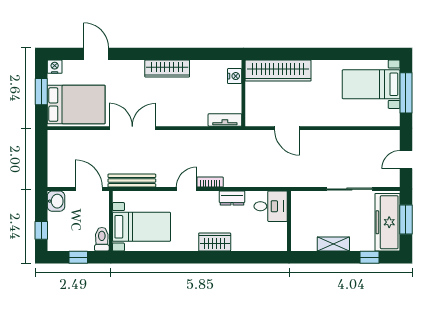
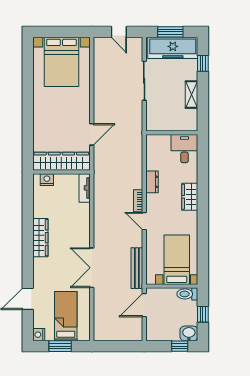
wardrobe: (278, 71) -> (61, 161), moved, turned -90
bed with nightstands: (371, 84) -> (61, 62), width x1.36
window: (406, 93) -> (61, 32), removed
bed: (76, 105) -> (66, 316), width x0.67
washbasin: (56, 201) -> (189, 333), moved
desk: (271, 206) -> (184, 149), moved

